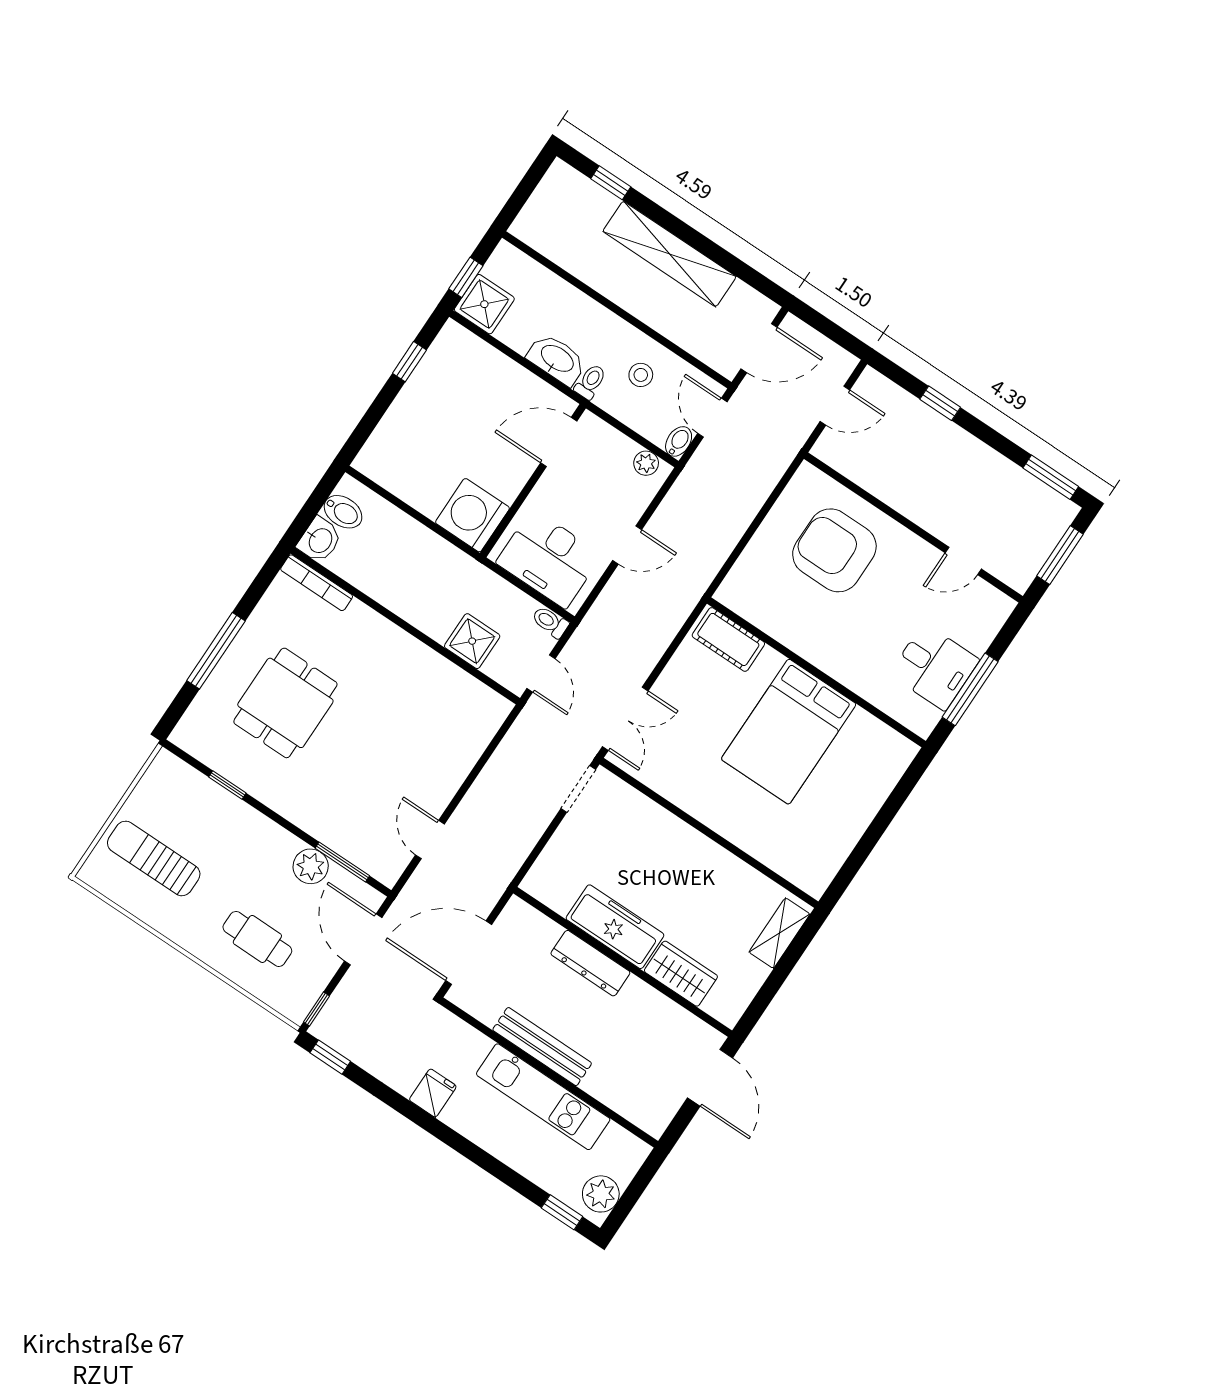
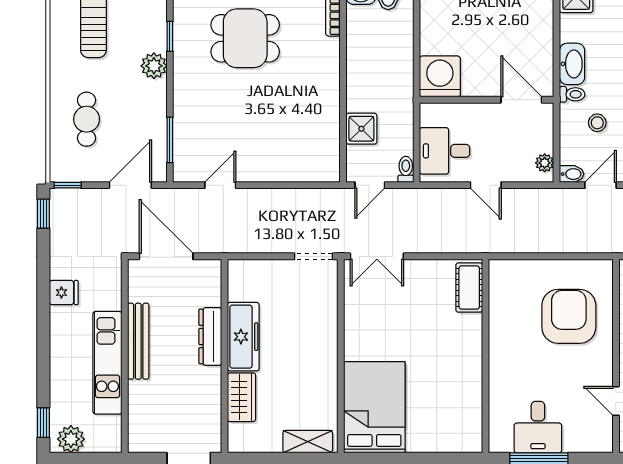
desk: (549, 559) -> (445, 151), width x0.73
bed: (789, 732) -> (374, 407), moved, turned 90
plant: (311, 866) -> (154, 66), moved

